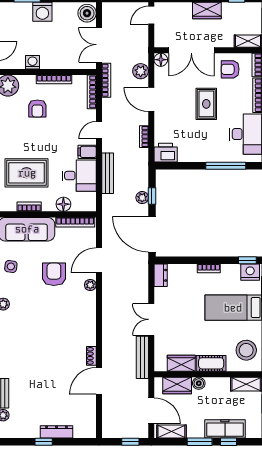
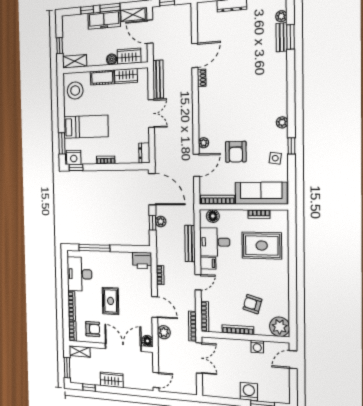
boiler: (87, 13) -> (210, 387), removed
armchair: (37, 109) -> (252, 304), turned -74
floor lamp: (63, 204) -> (213, 216), moved
freezer: (225, 429) -> (104, 20), moved

